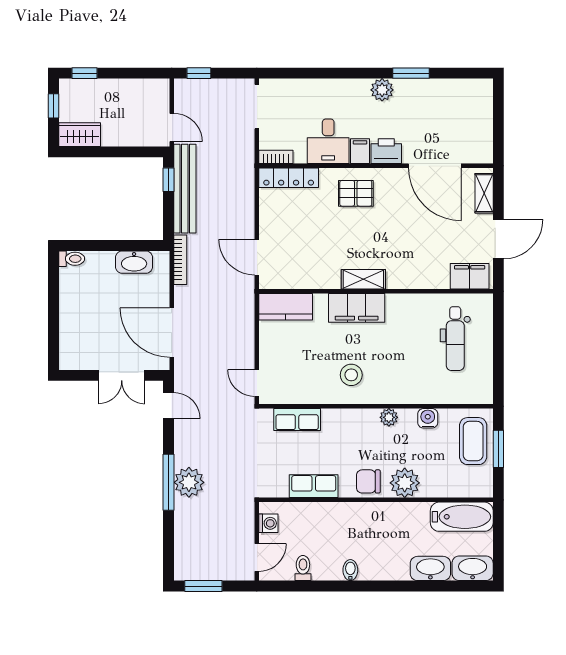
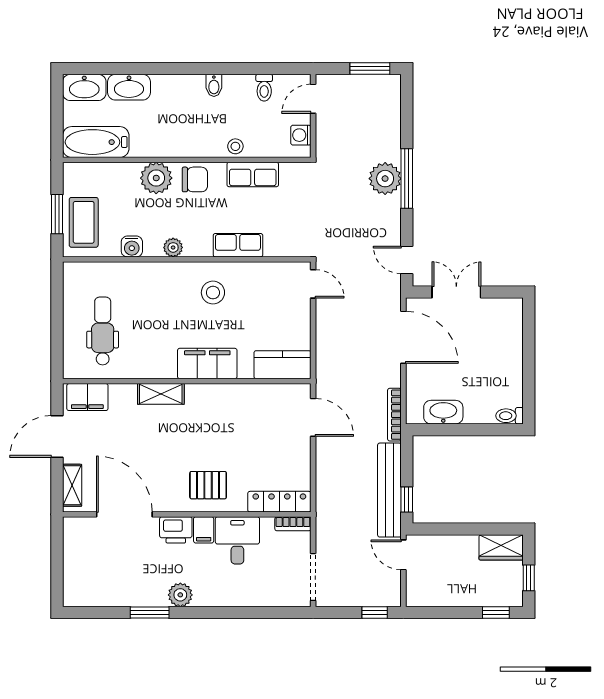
shelving: (363, 279) -> (161, 394), moved
row of seats: (297, 419) -> (238, 245), moved
stool: (330, 513) -> (235, 146), added

